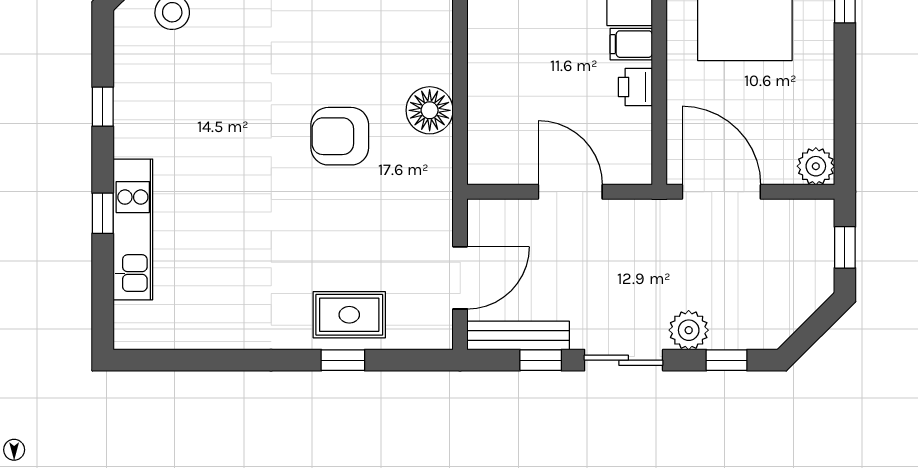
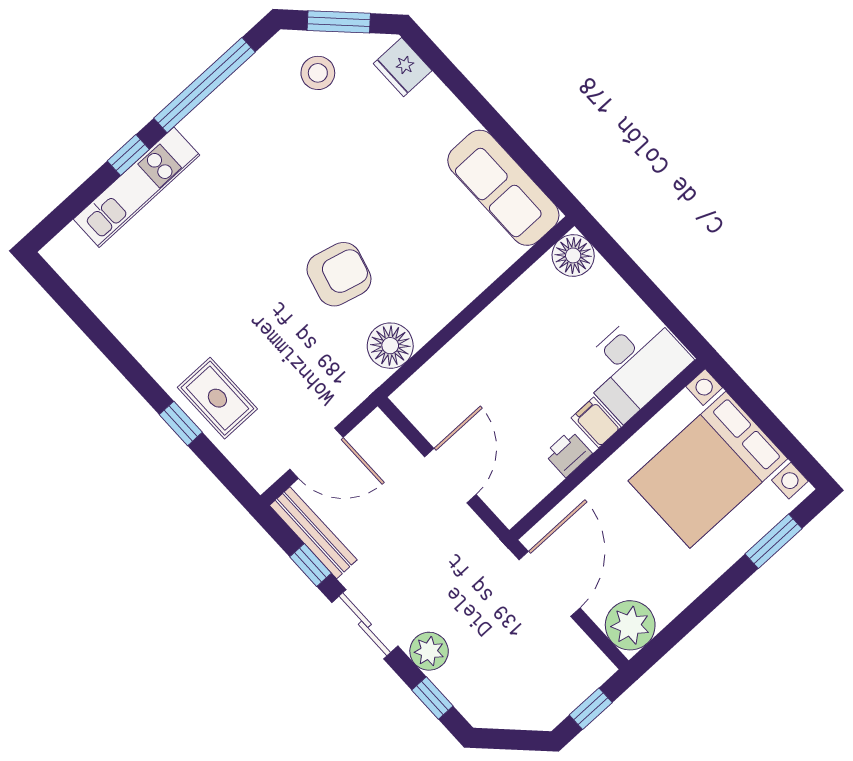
window: (103, 107) -> (205, 85), width x3.17
floor lamp: (430, 110) -> (390, 346), moved
armchair: (340, 136) -> (339, 274), turned 105
plant: (816, 166) -> (630, 625), width x1.36, depth x1.36

